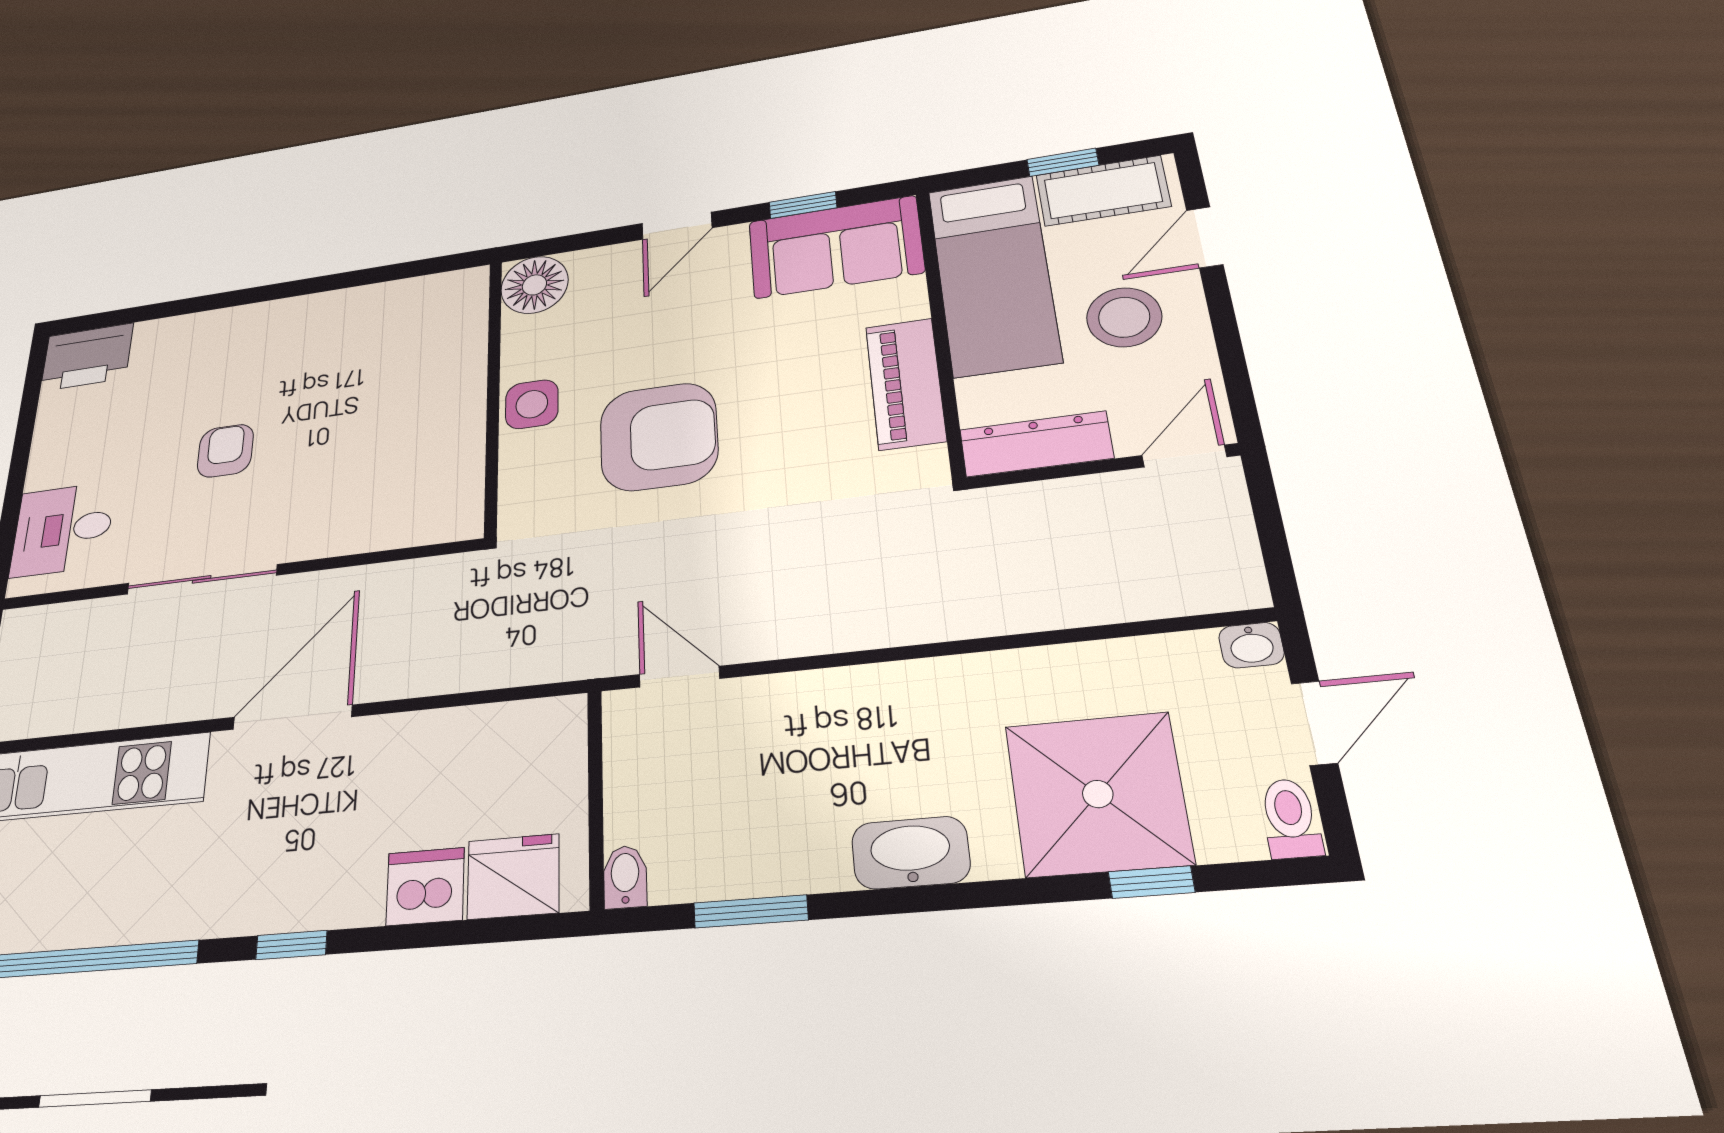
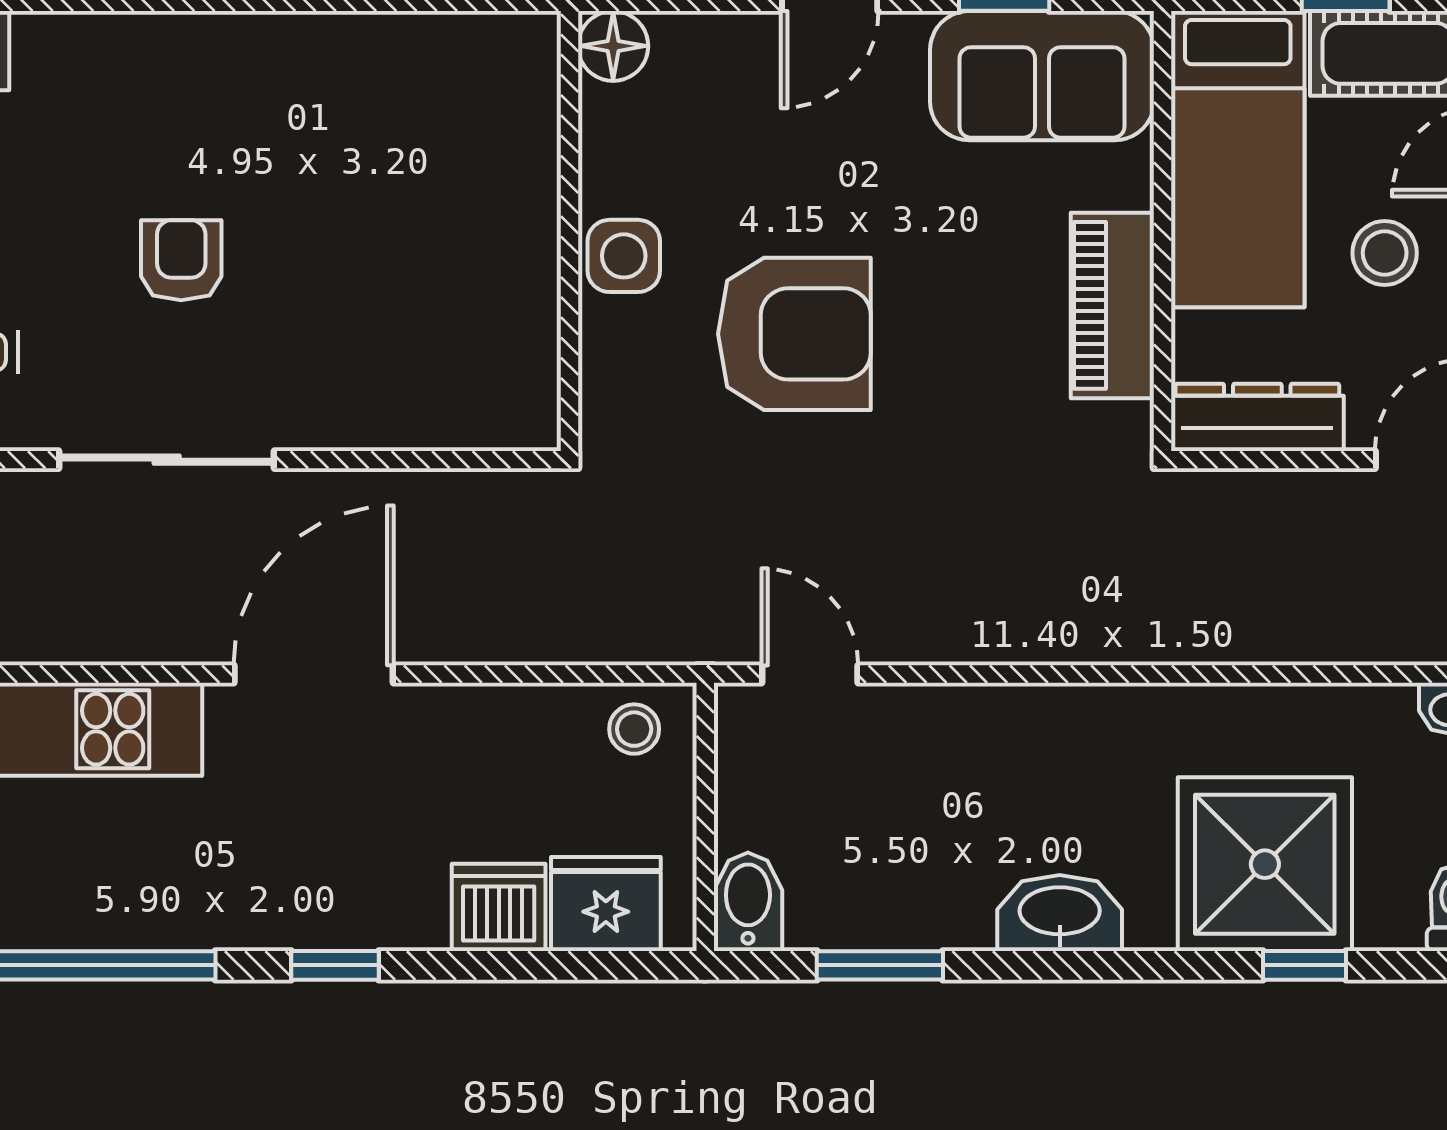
floor lamp: (534, 285) -> (613, 46), width x0.73, depth x0.73
stool: (1124, 317) -> (1385, 253), width x0.73, depth x0.73
stool: (537, 734) -> (634, 729), added
bidet: (625, 877) -> (748, 902), width x1.38, depth x1.36

